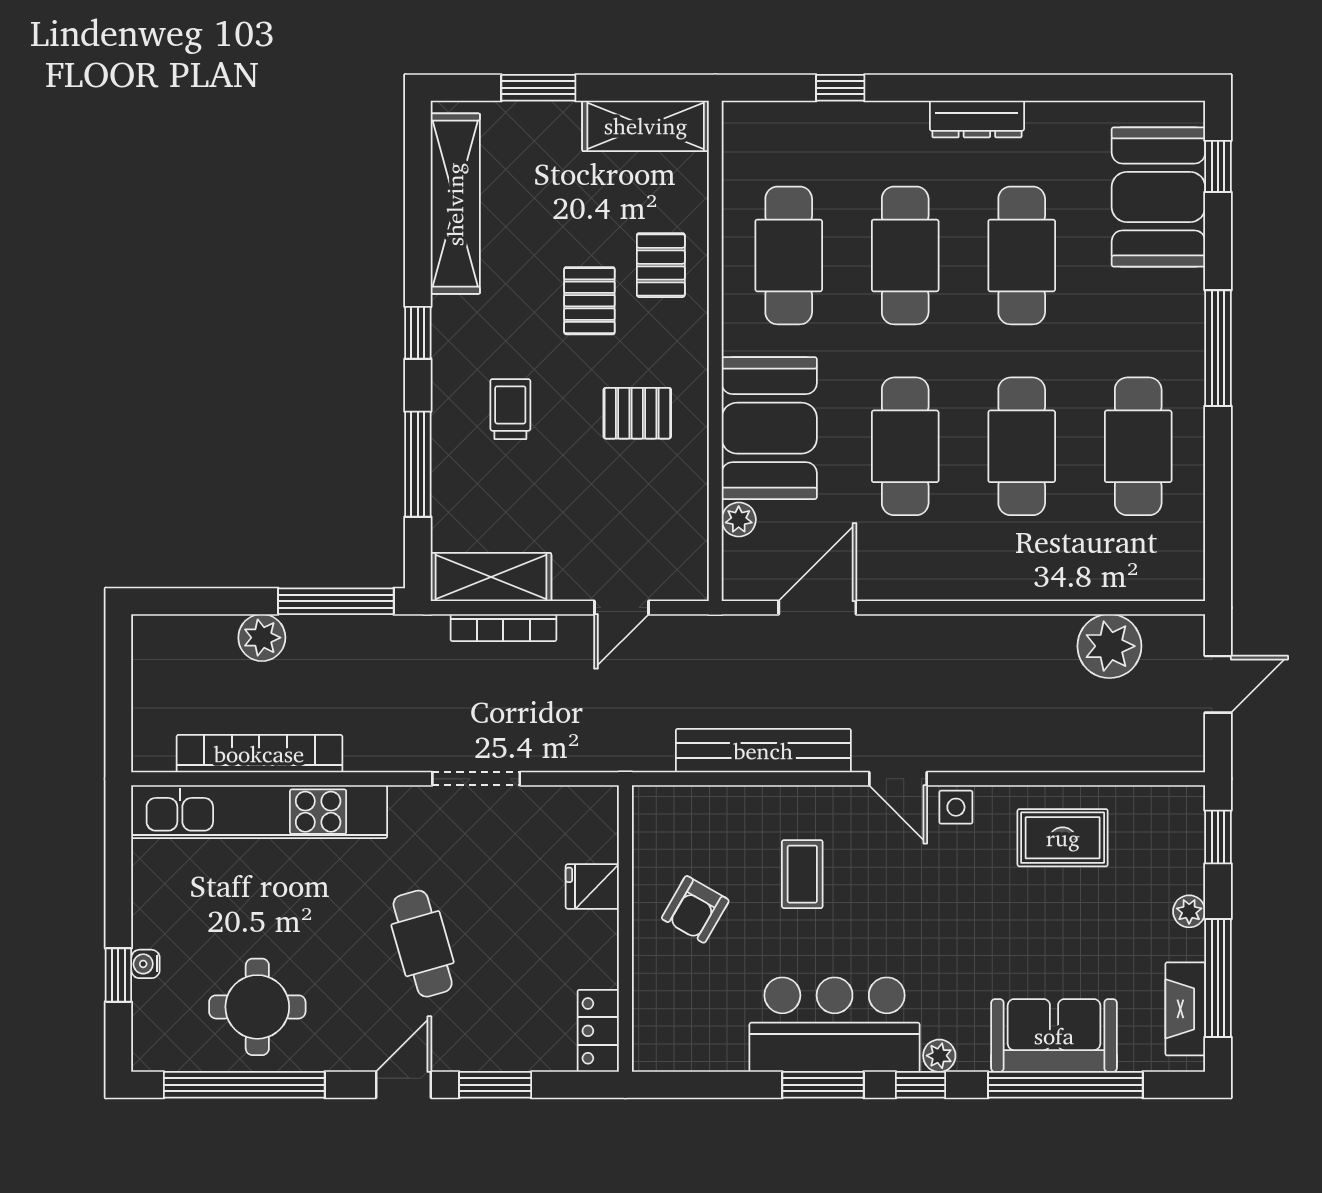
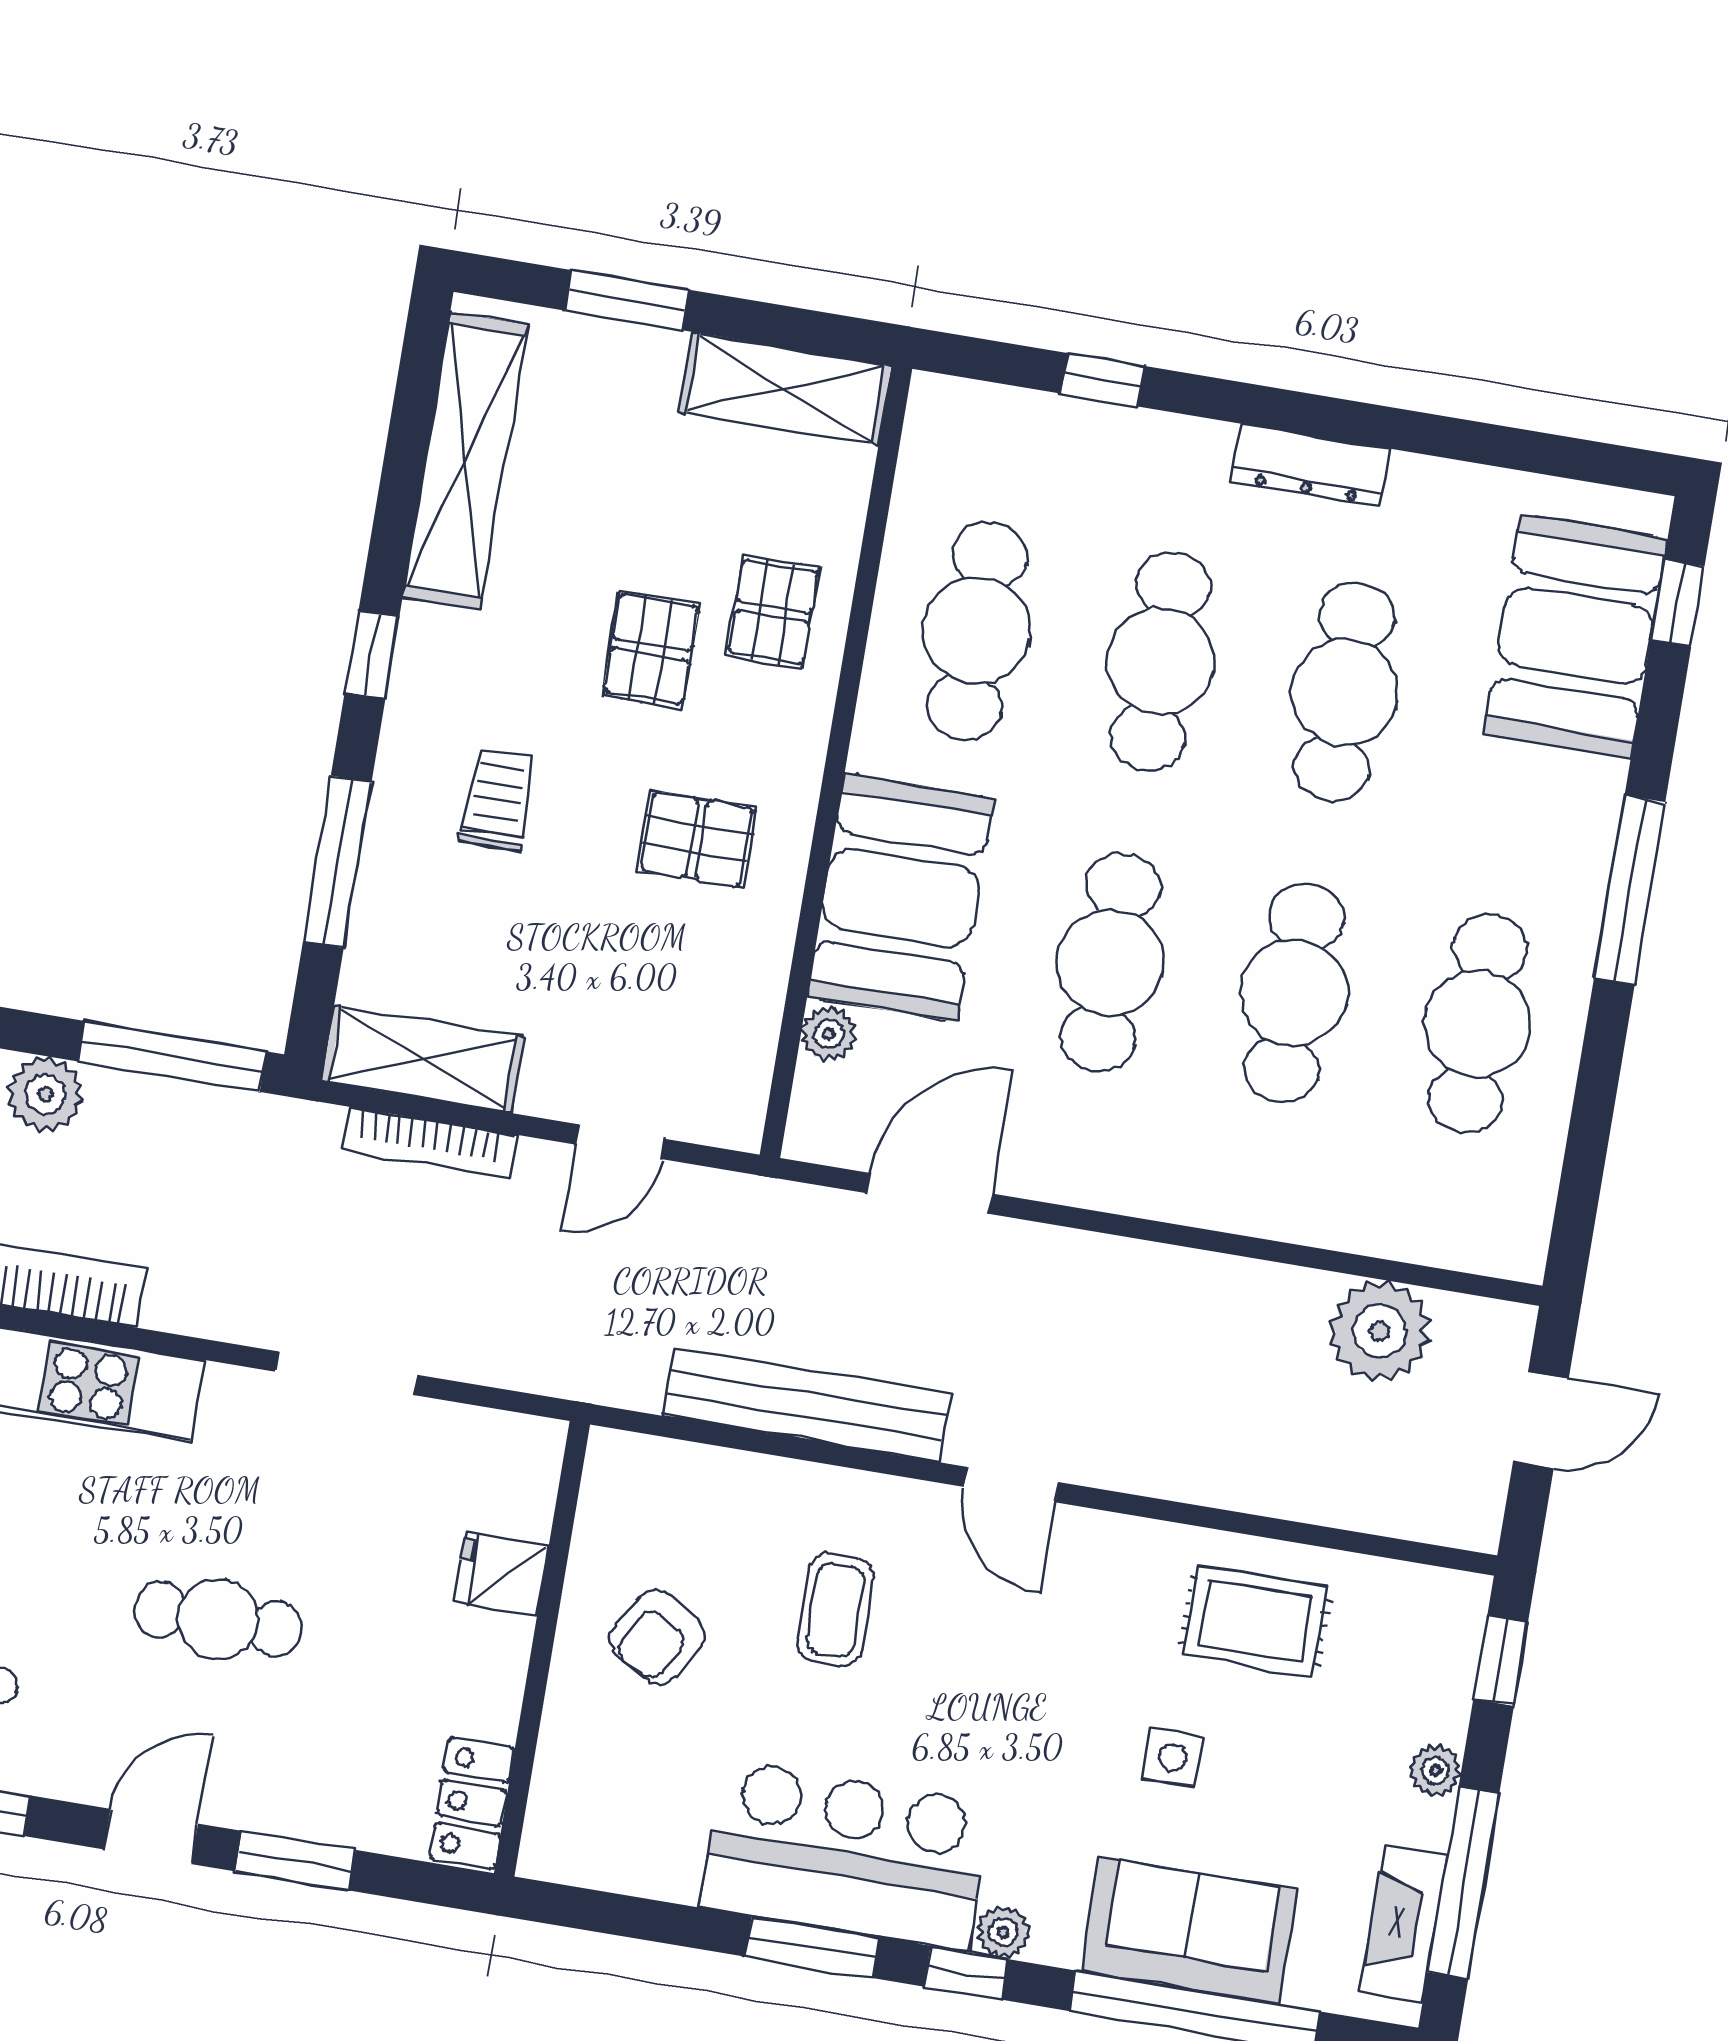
side table: (956, 807) -> (1173, 1758), moved
cafe table: (423, 944) -> (218, 1619), turned -74

